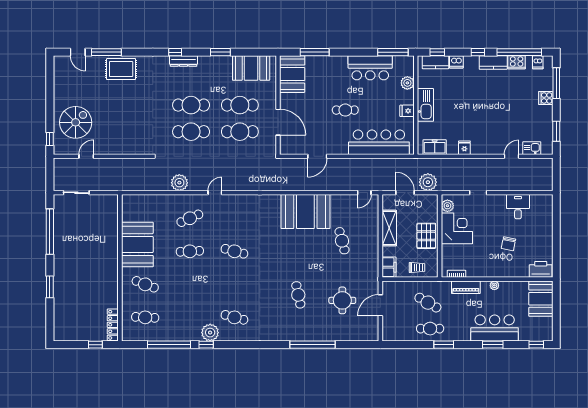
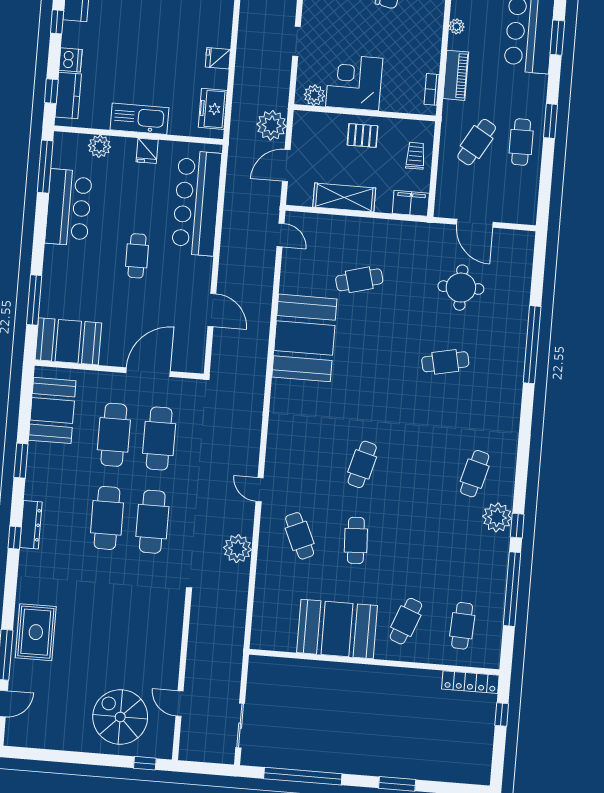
pallet: (426, 236) -> (363, 135), width x0.67, depth x0.71

